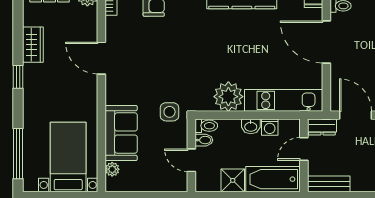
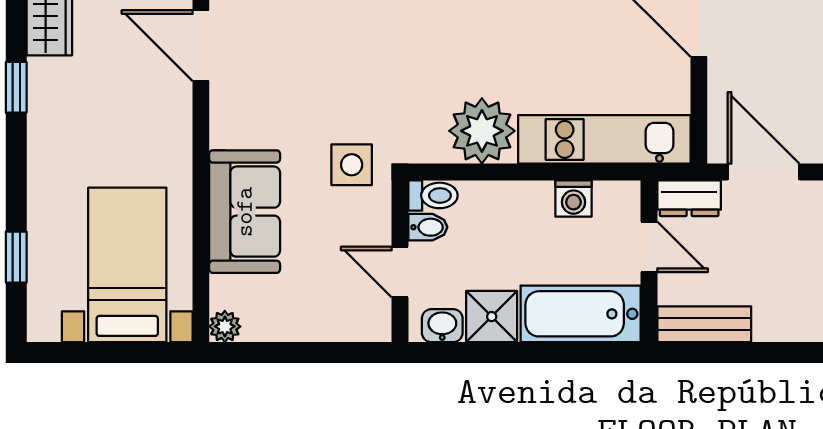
washbasin: (251, 126) -> (442, 326), moved, turned 180
door: (304, 149) -> (649, 247), swing flipped
window: (18, 154) -> (16, 257), width x0.46
plant: (112, 169) -> (225, 326), moved

